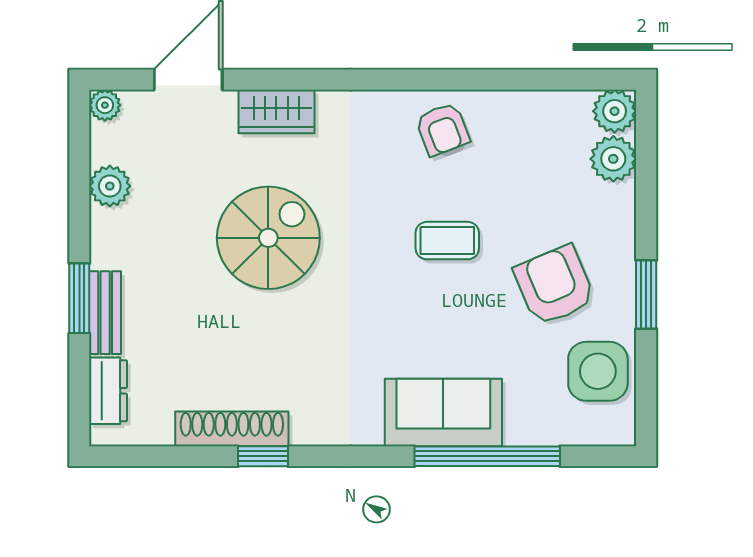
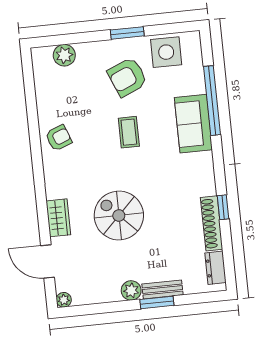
plant: (615, 111) -> (42, 57), removed
plant: (110, 186) -> (131, 290), moved
coffee table: (447, 241) -> (129, 132), moved
dresser: (108, 391) -> (215, 268), moved, turned -90

